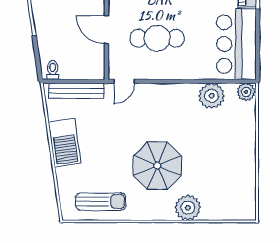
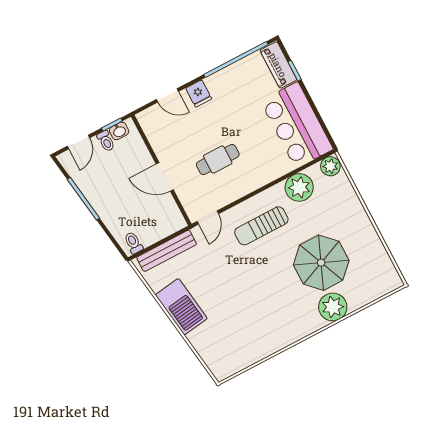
cafe table: (157, 38) -> (218, 160), width x0.73, depth x0.74
parasol: (157, 166) -> (321, 263), moved
sun lounger: (101, 202) -> (261, 226), moved, turned 180

